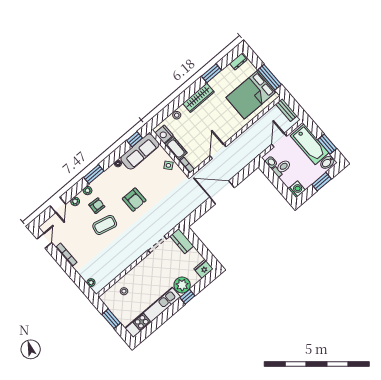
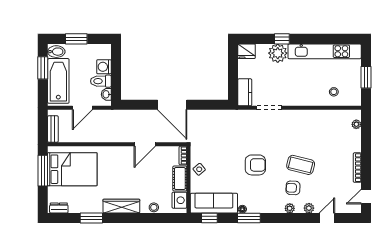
window: (94, 174) -> (249, 218), moved
washing machine: (297, 189) -> (104, 67), moved
armchair: (134, 200) -> (255, 165), turned 90

